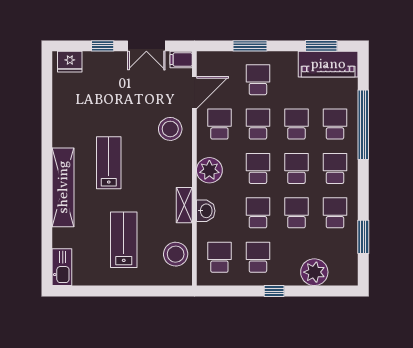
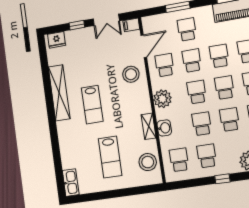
lab bench: (109, 163) -> (92, 105), turned 180
shelving: (63, 187) -> (59, 93), moved
lab bench: (124, 240) -> (110, 157), turned 180

